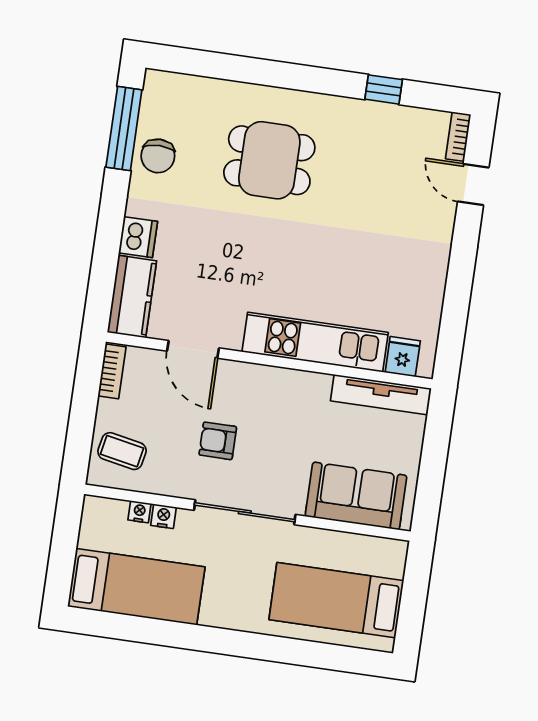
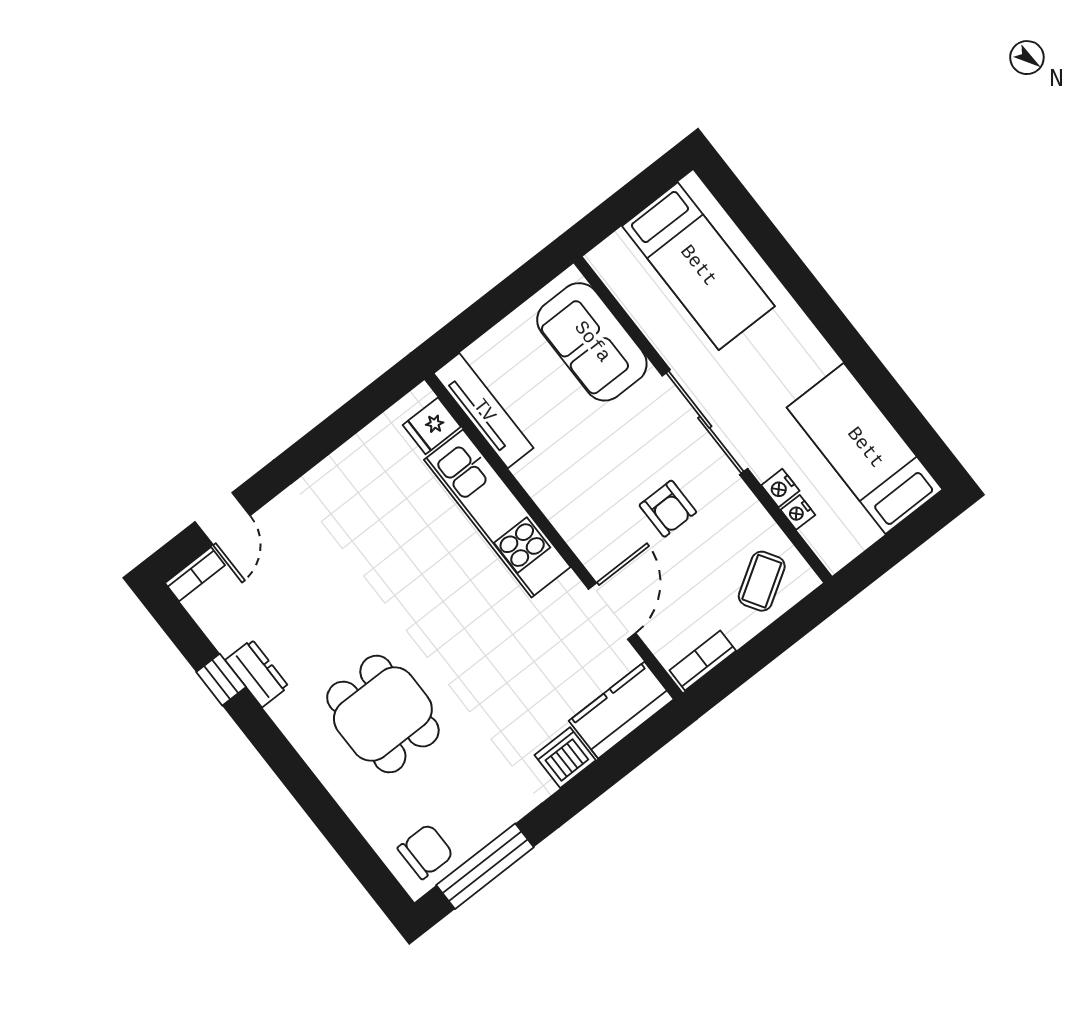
dresser: (366, 113) -> (257, 673), added
chair: (158, 156) -> (426, 851), moved
coffee table: (122, 451) -> (762, 581), turned 47

